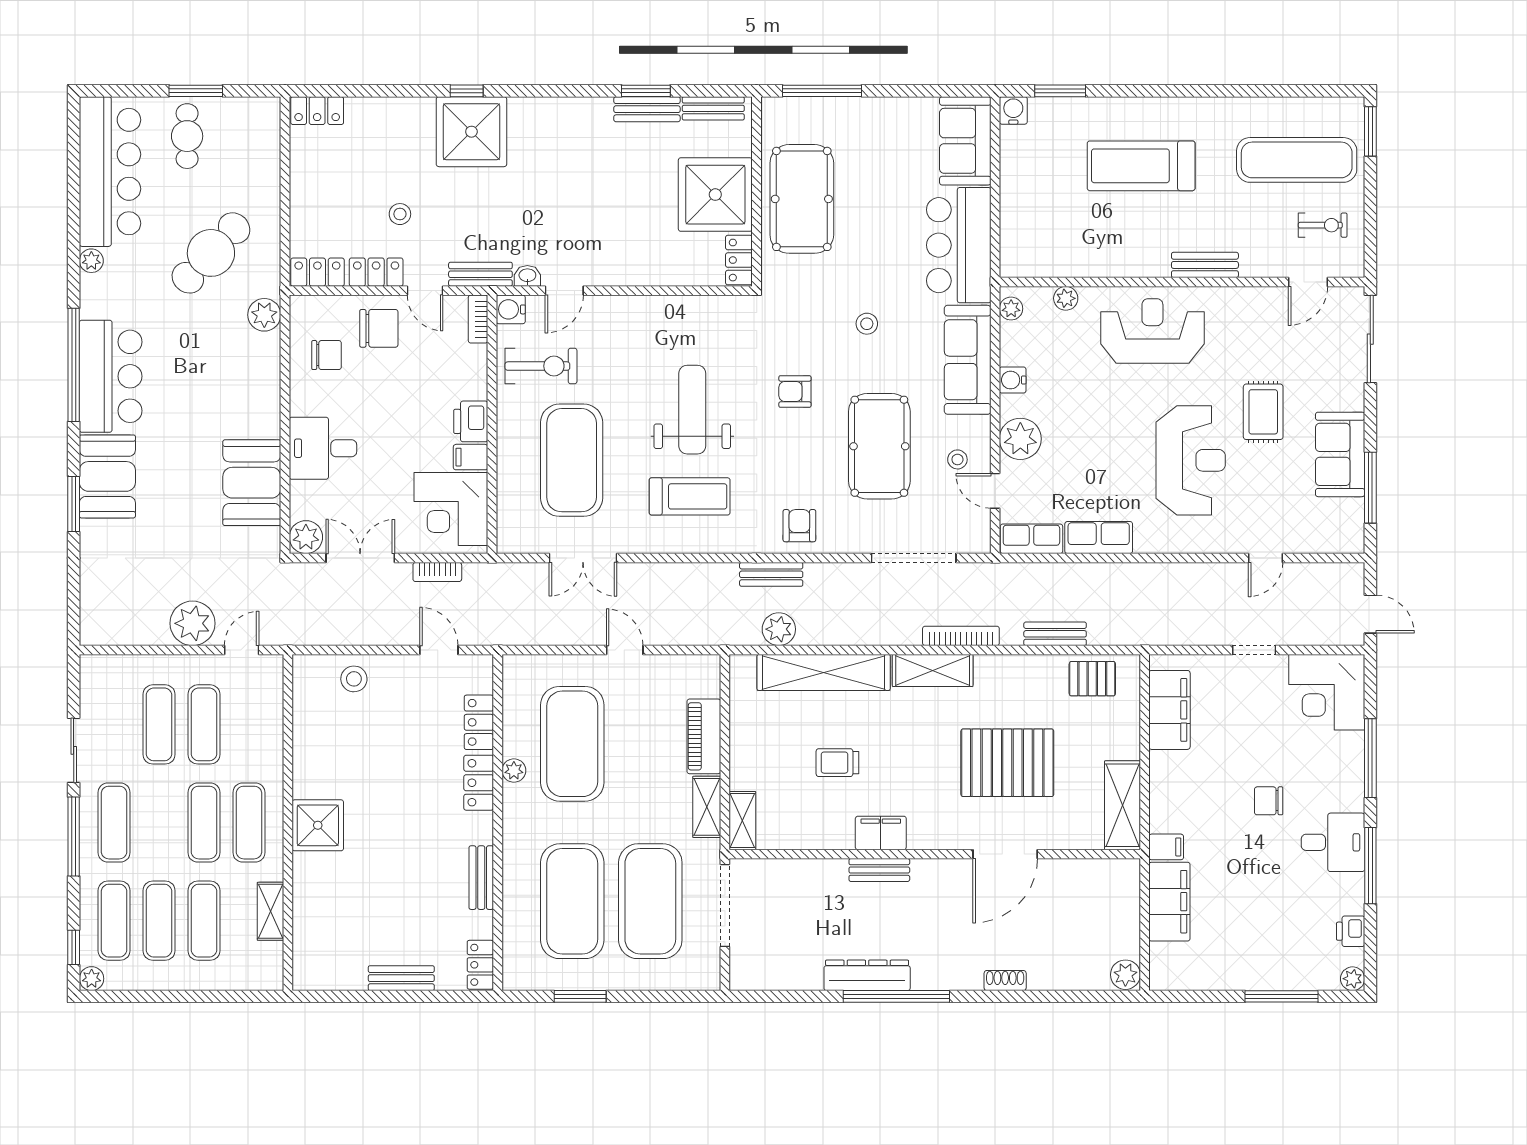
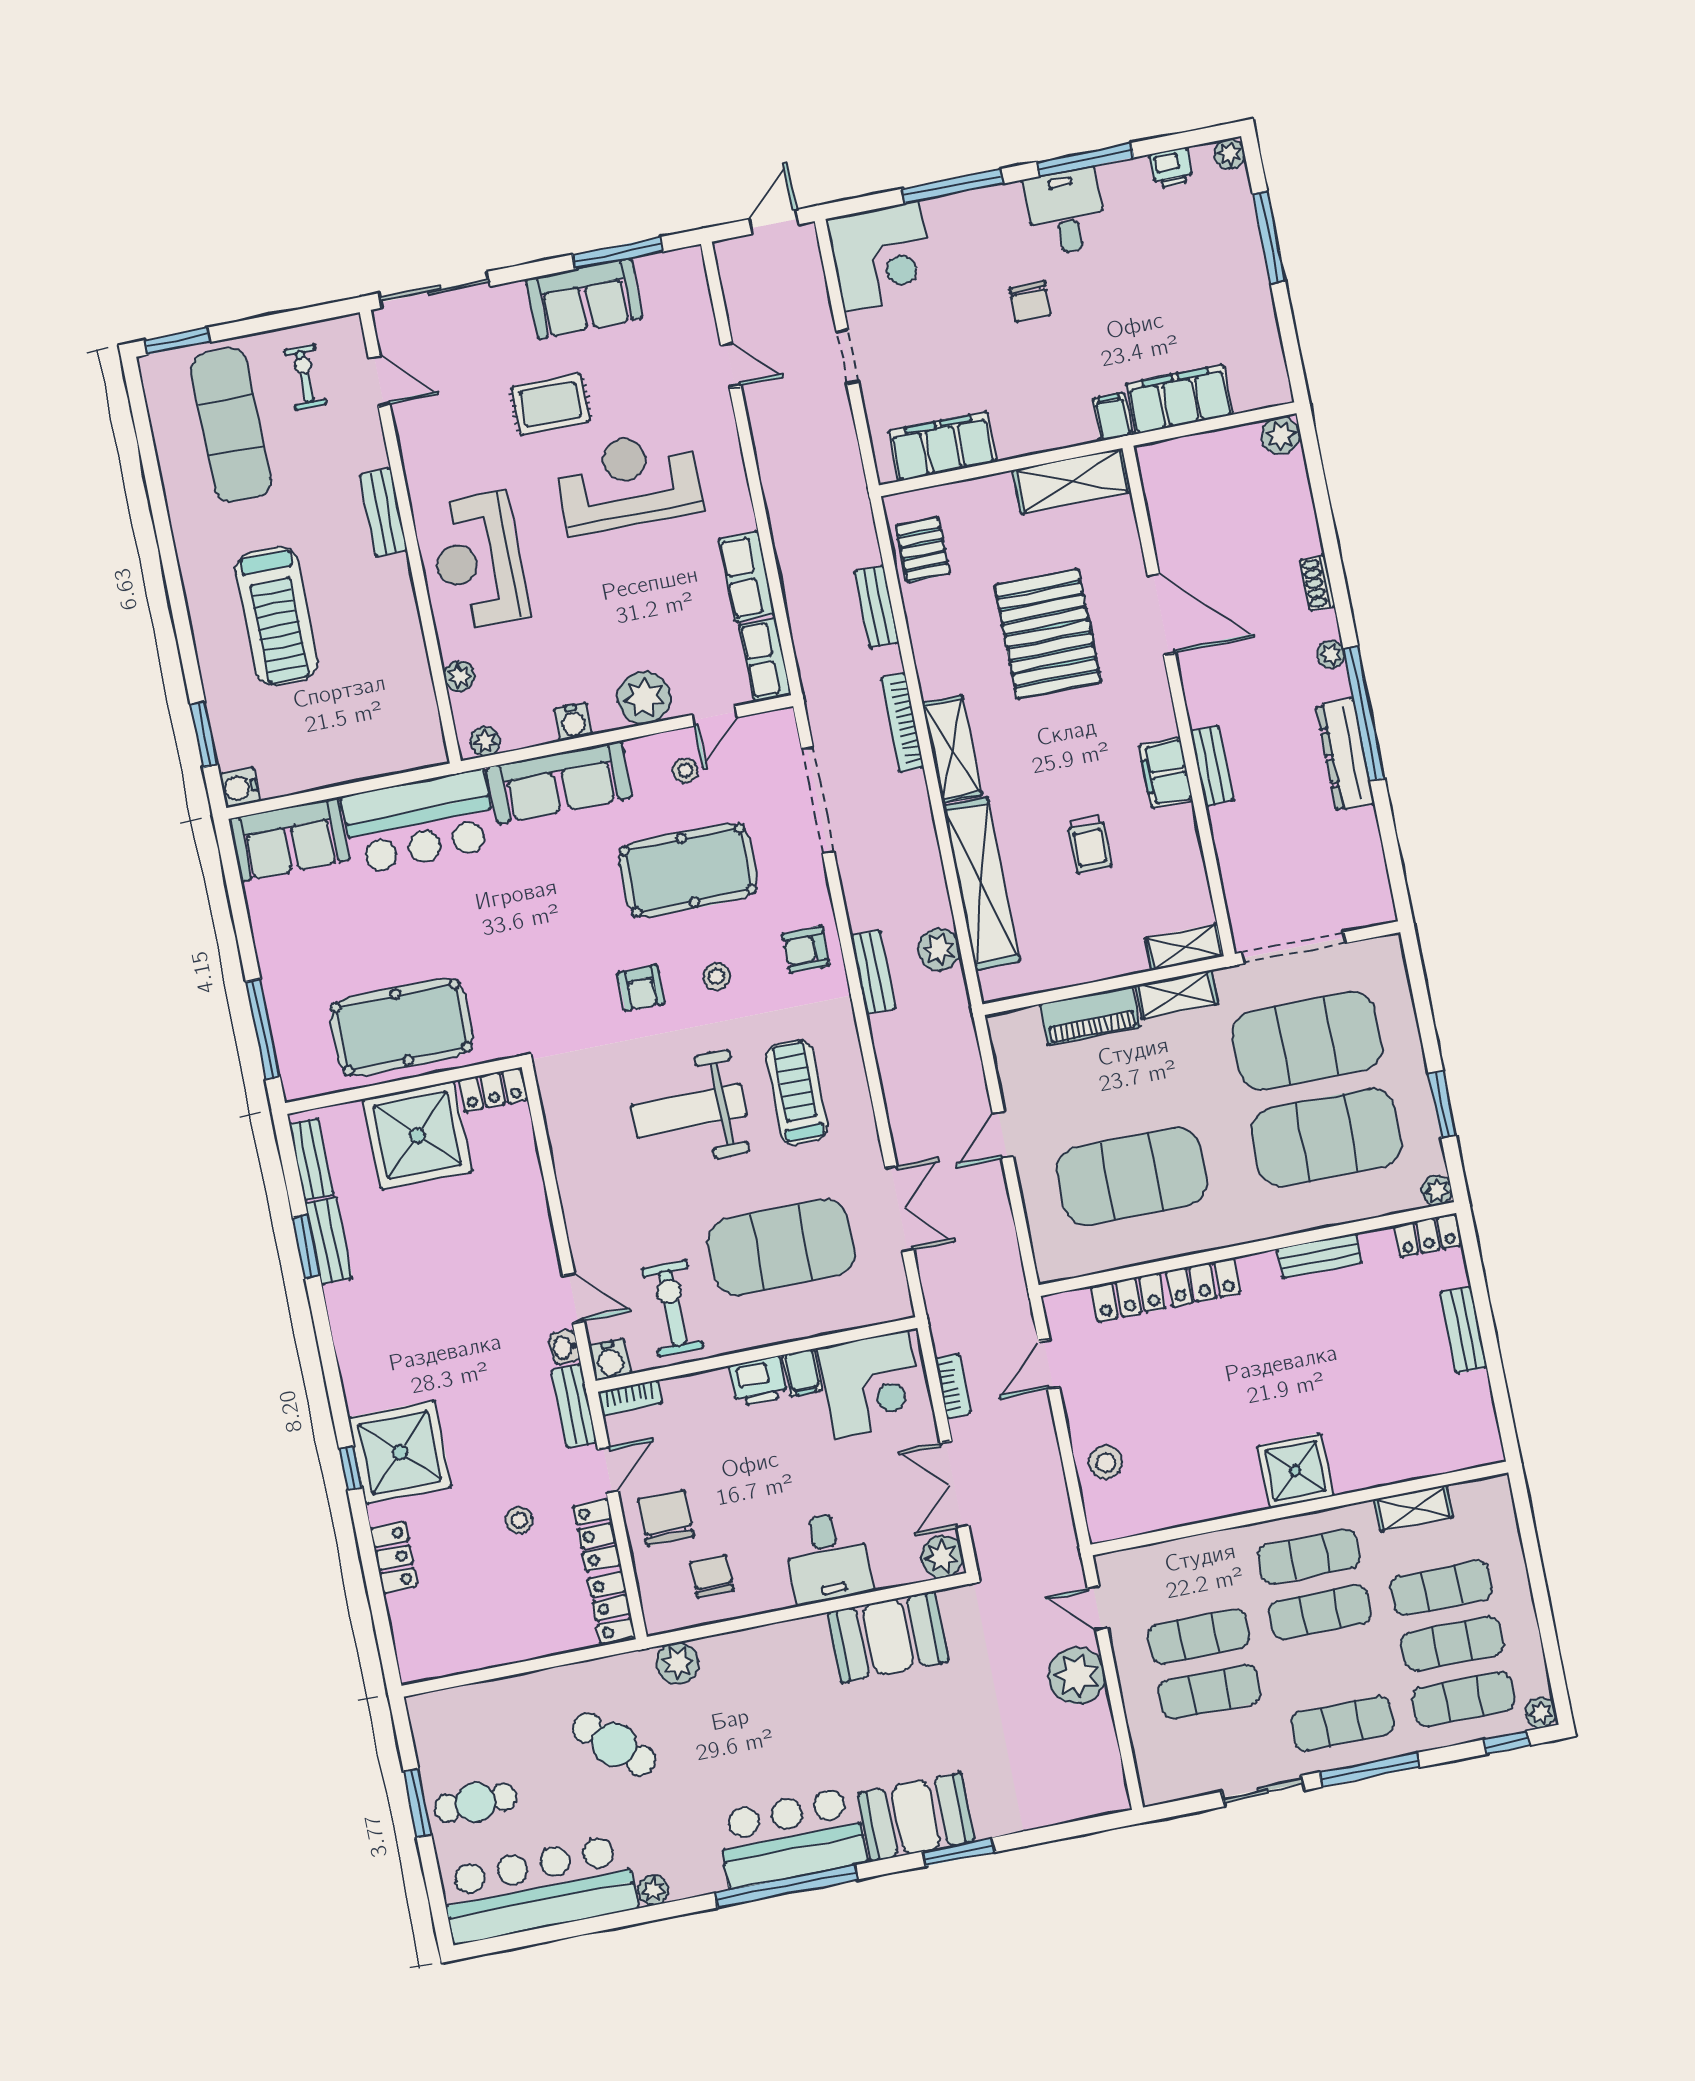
locker: (317, 111) -> (394, 1558), moved
cafe table: (211, 253) -> (614, 1744), width x0.73, depth x0.74
stool: (867, 324) -> (717, 976), moved
plant: (514, 771) -> (1437, 1190), moved
plant: (947, 980) -> (1331, 654), added

